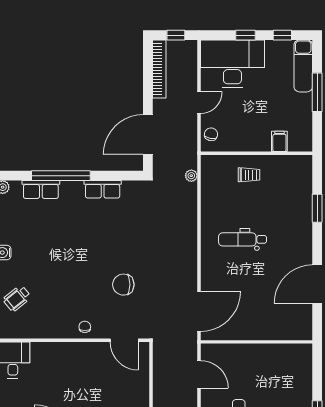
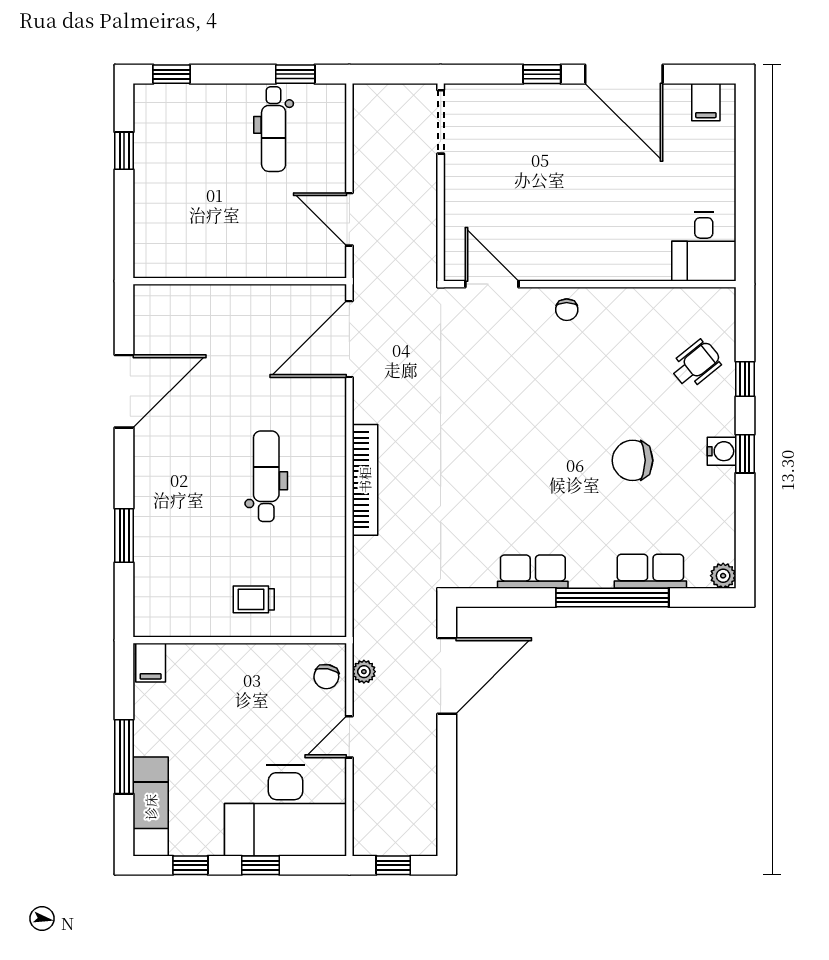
bookcase: (159, 69) -> (365, 480), moved, turned 180
filing cabinet: (279, 141) -> (151, 663), moved
plant: (191, 176) -> (364, 672), moved
dental chair: (243, 239) -> (266, 476), turned -90
chair: (123, 285) -> (633, 460), moved, turned 180

